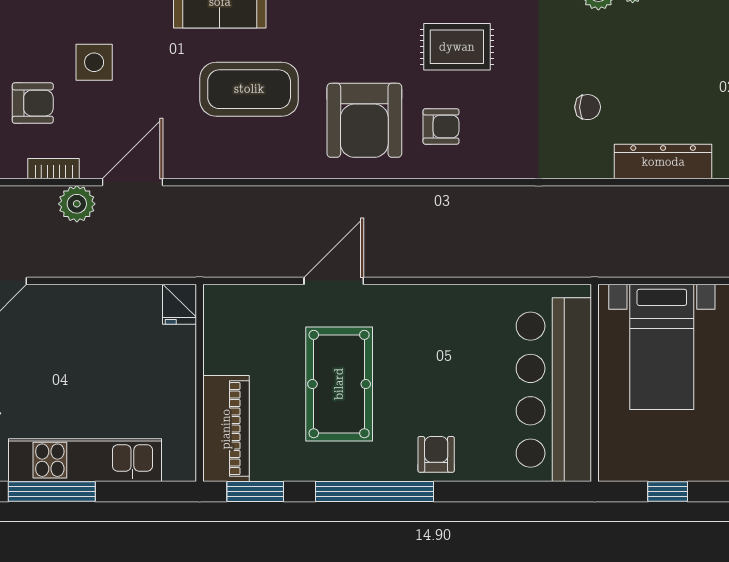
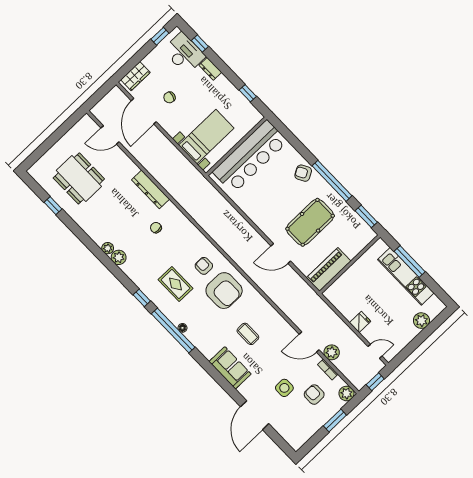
coffee table: (249, 89) -> (248, 334), width x0.54, depth x0.58
armchair: (364, 120) -> (224, 291), turned 90
fridge: (180, 304) -> (360, 322), moved
piano: (226, 429) -> (329, 269), moved
armchair: (436, 454) -> (303, 173), turned 61
window: (52, 492) -> (410, 262), moved

